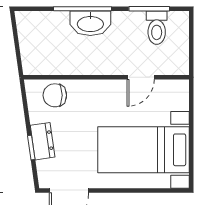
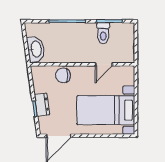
washbasin: (90, 23) -> (36, 49), moved, turned -98
toilet: (157, 28) -> (103, 33), moved
chair: (55, 95) -> (63, 75), moved

